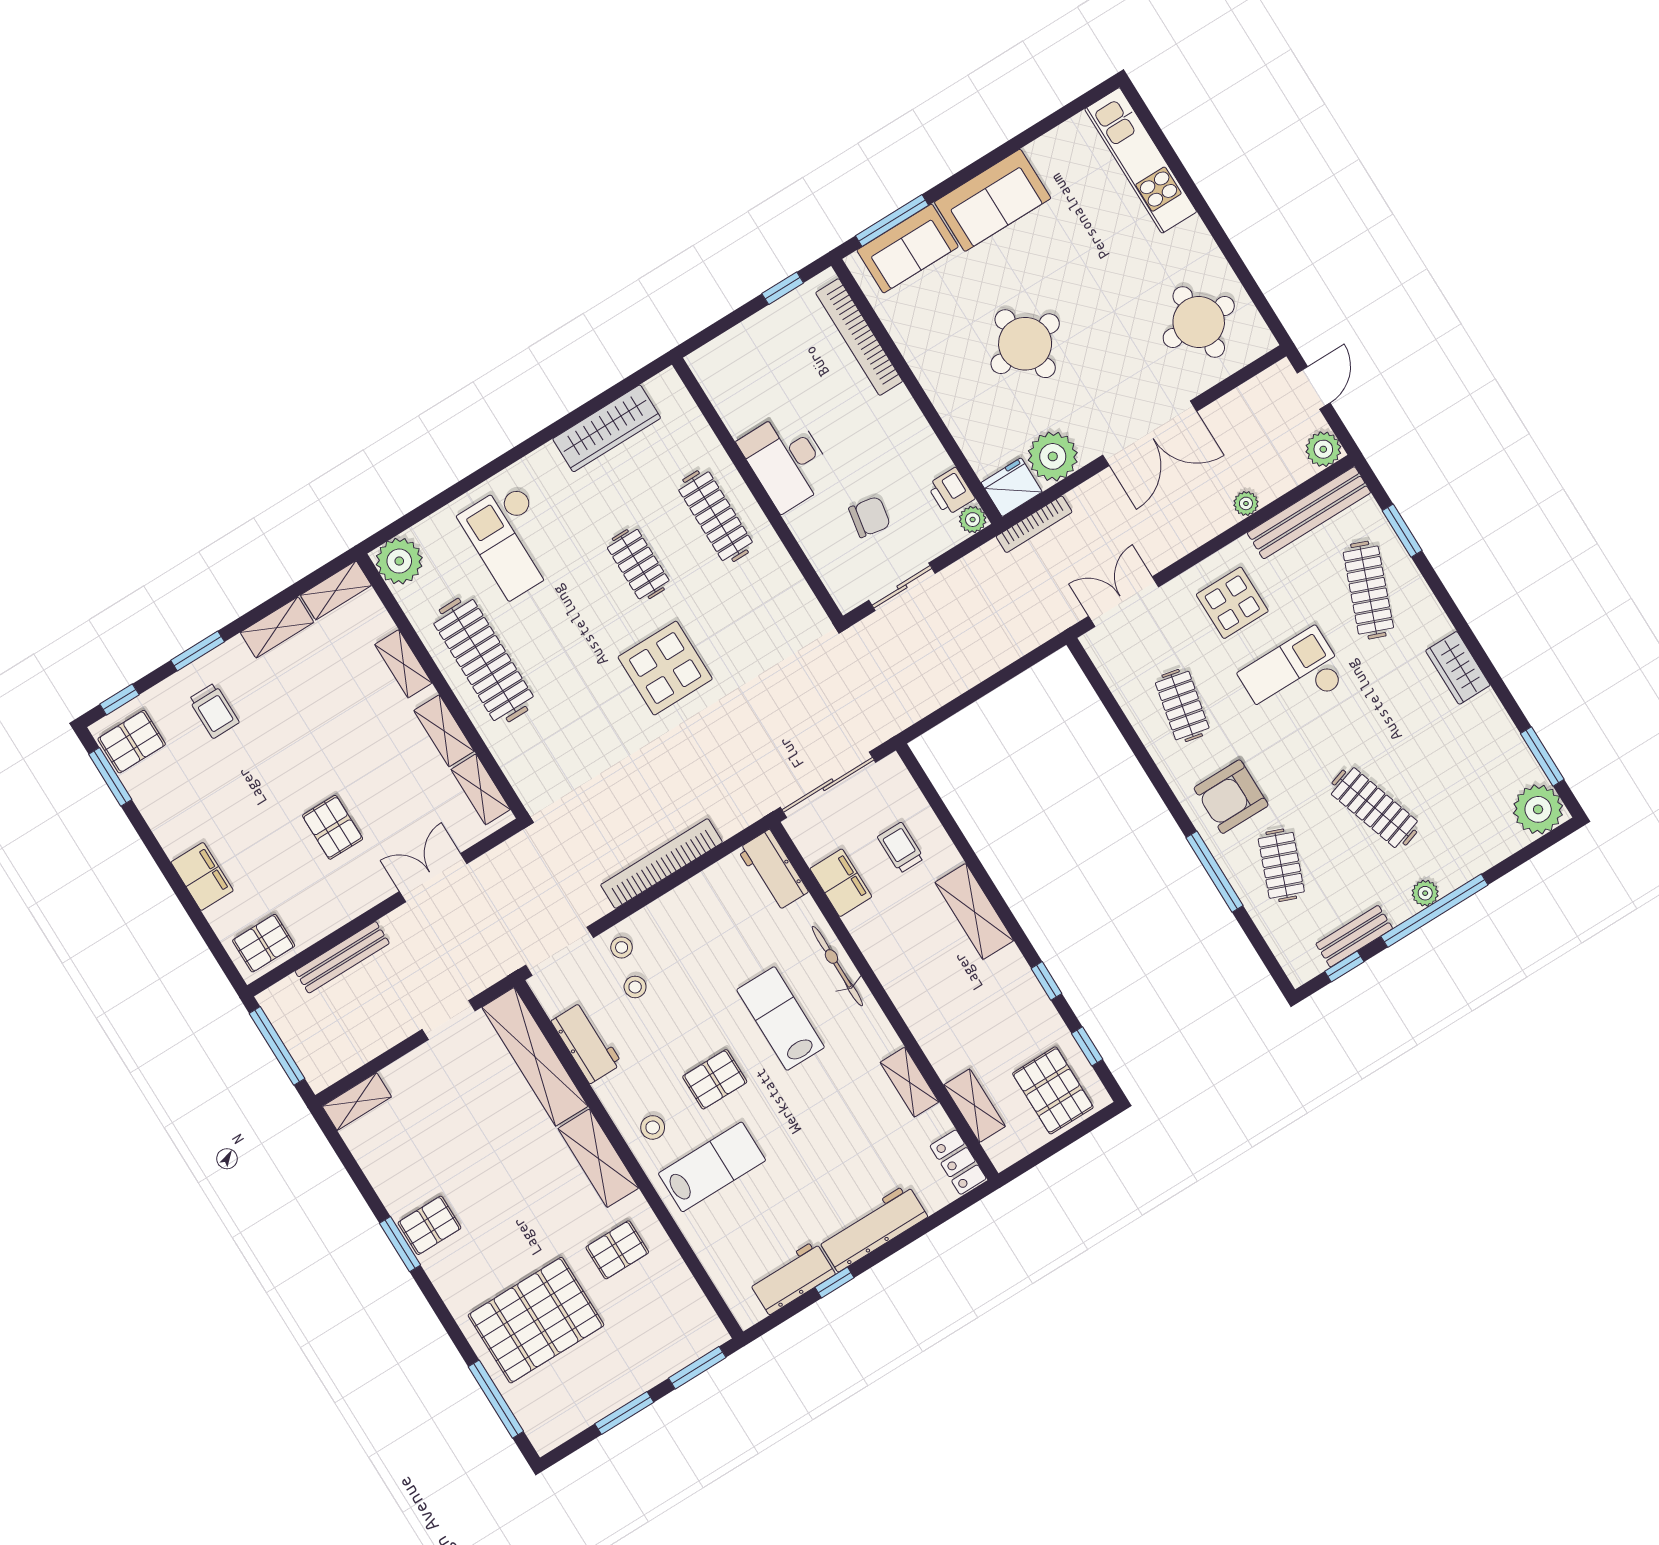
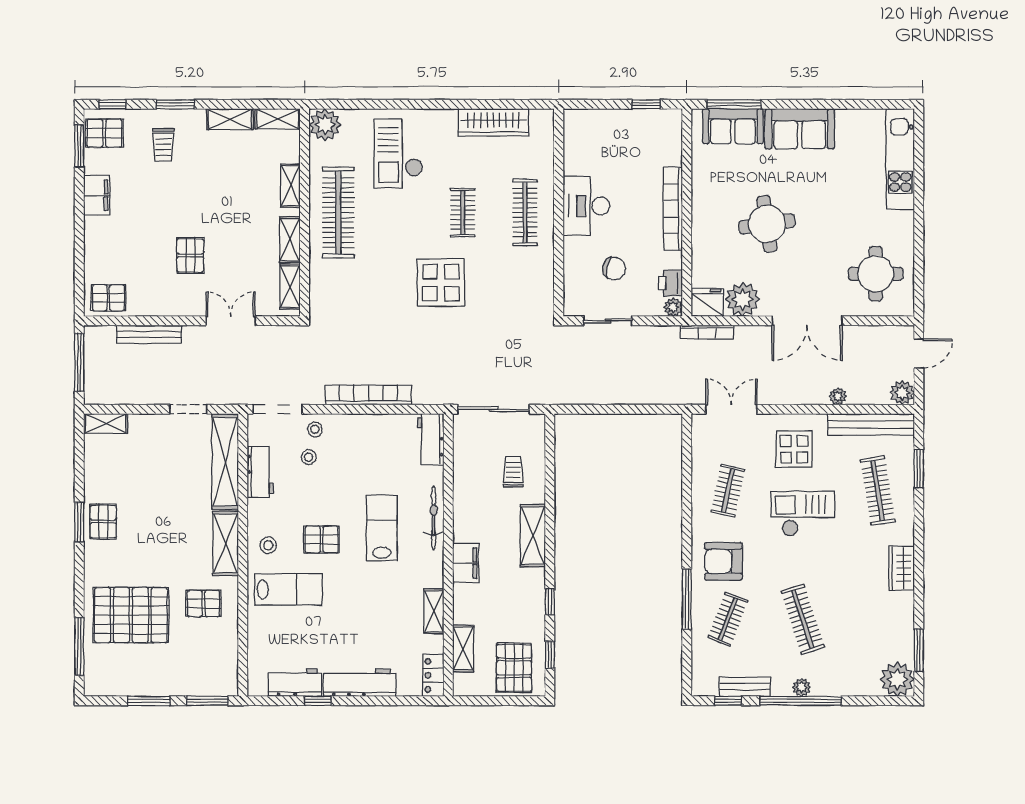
bookcase: (859, 337) -> (673, 209), moved
clothes rail: (1368, 590) -> (878, 491), turned -30
filing cabinet: (202, 876) -> (97, 195), moved
filing cabinet: (841, 883) -> (466, 563), moved
pallet: (429, 1225) -> (103, 522), turned 90

